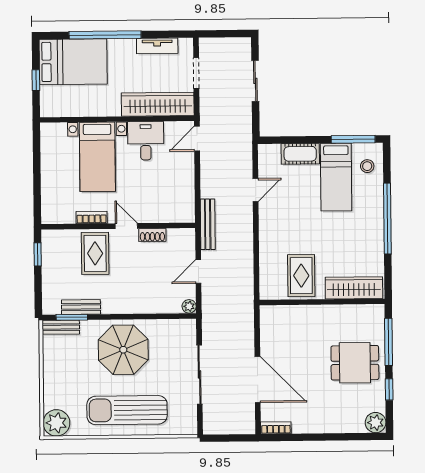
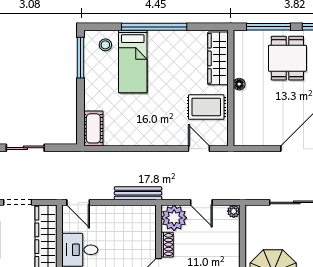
cot: (300, 154) -> (93, 128), moved
bed: (336, 177) -> (133, 62), moved, turned 90
door: (256, 190) -> (199, 149), moved
bench: (208, 224) -> (138, 193), moved
plant: (181, 242) -> (174, 218), added
floor lamp: (326, 311) -> (239, 84), added

